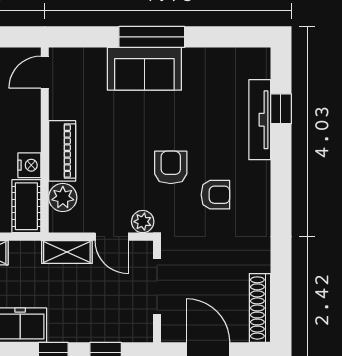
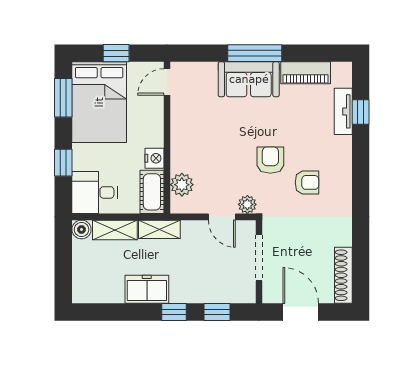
tv unit: (260, 120) -> (343, 111), width x0.71
piano: (62, 151) -> (306, 73), moved, turned 90
shelving: (67, 252) -> (159, 229), moved

